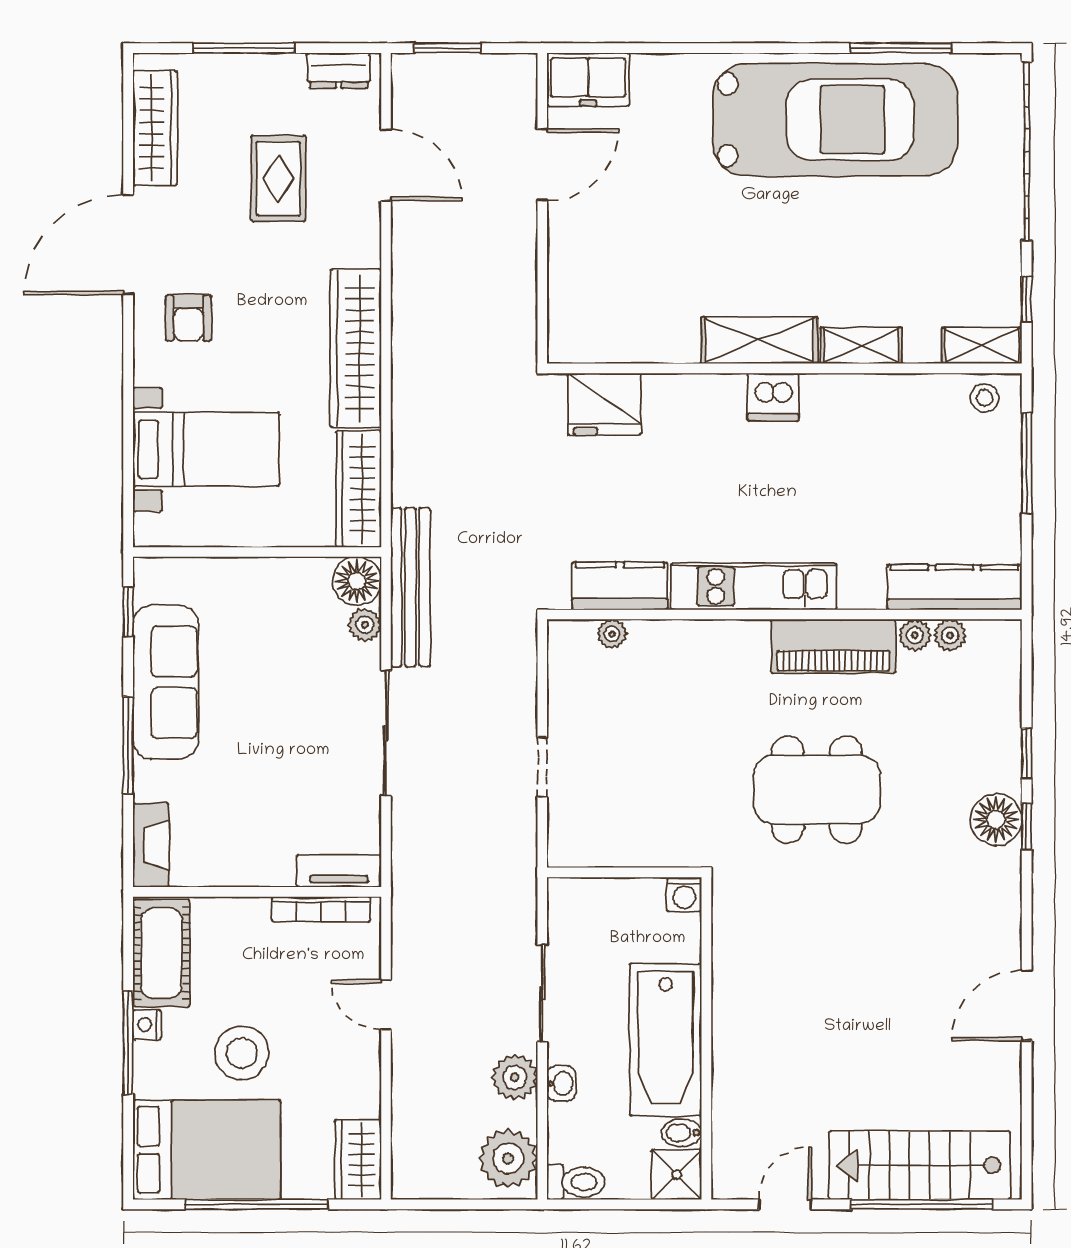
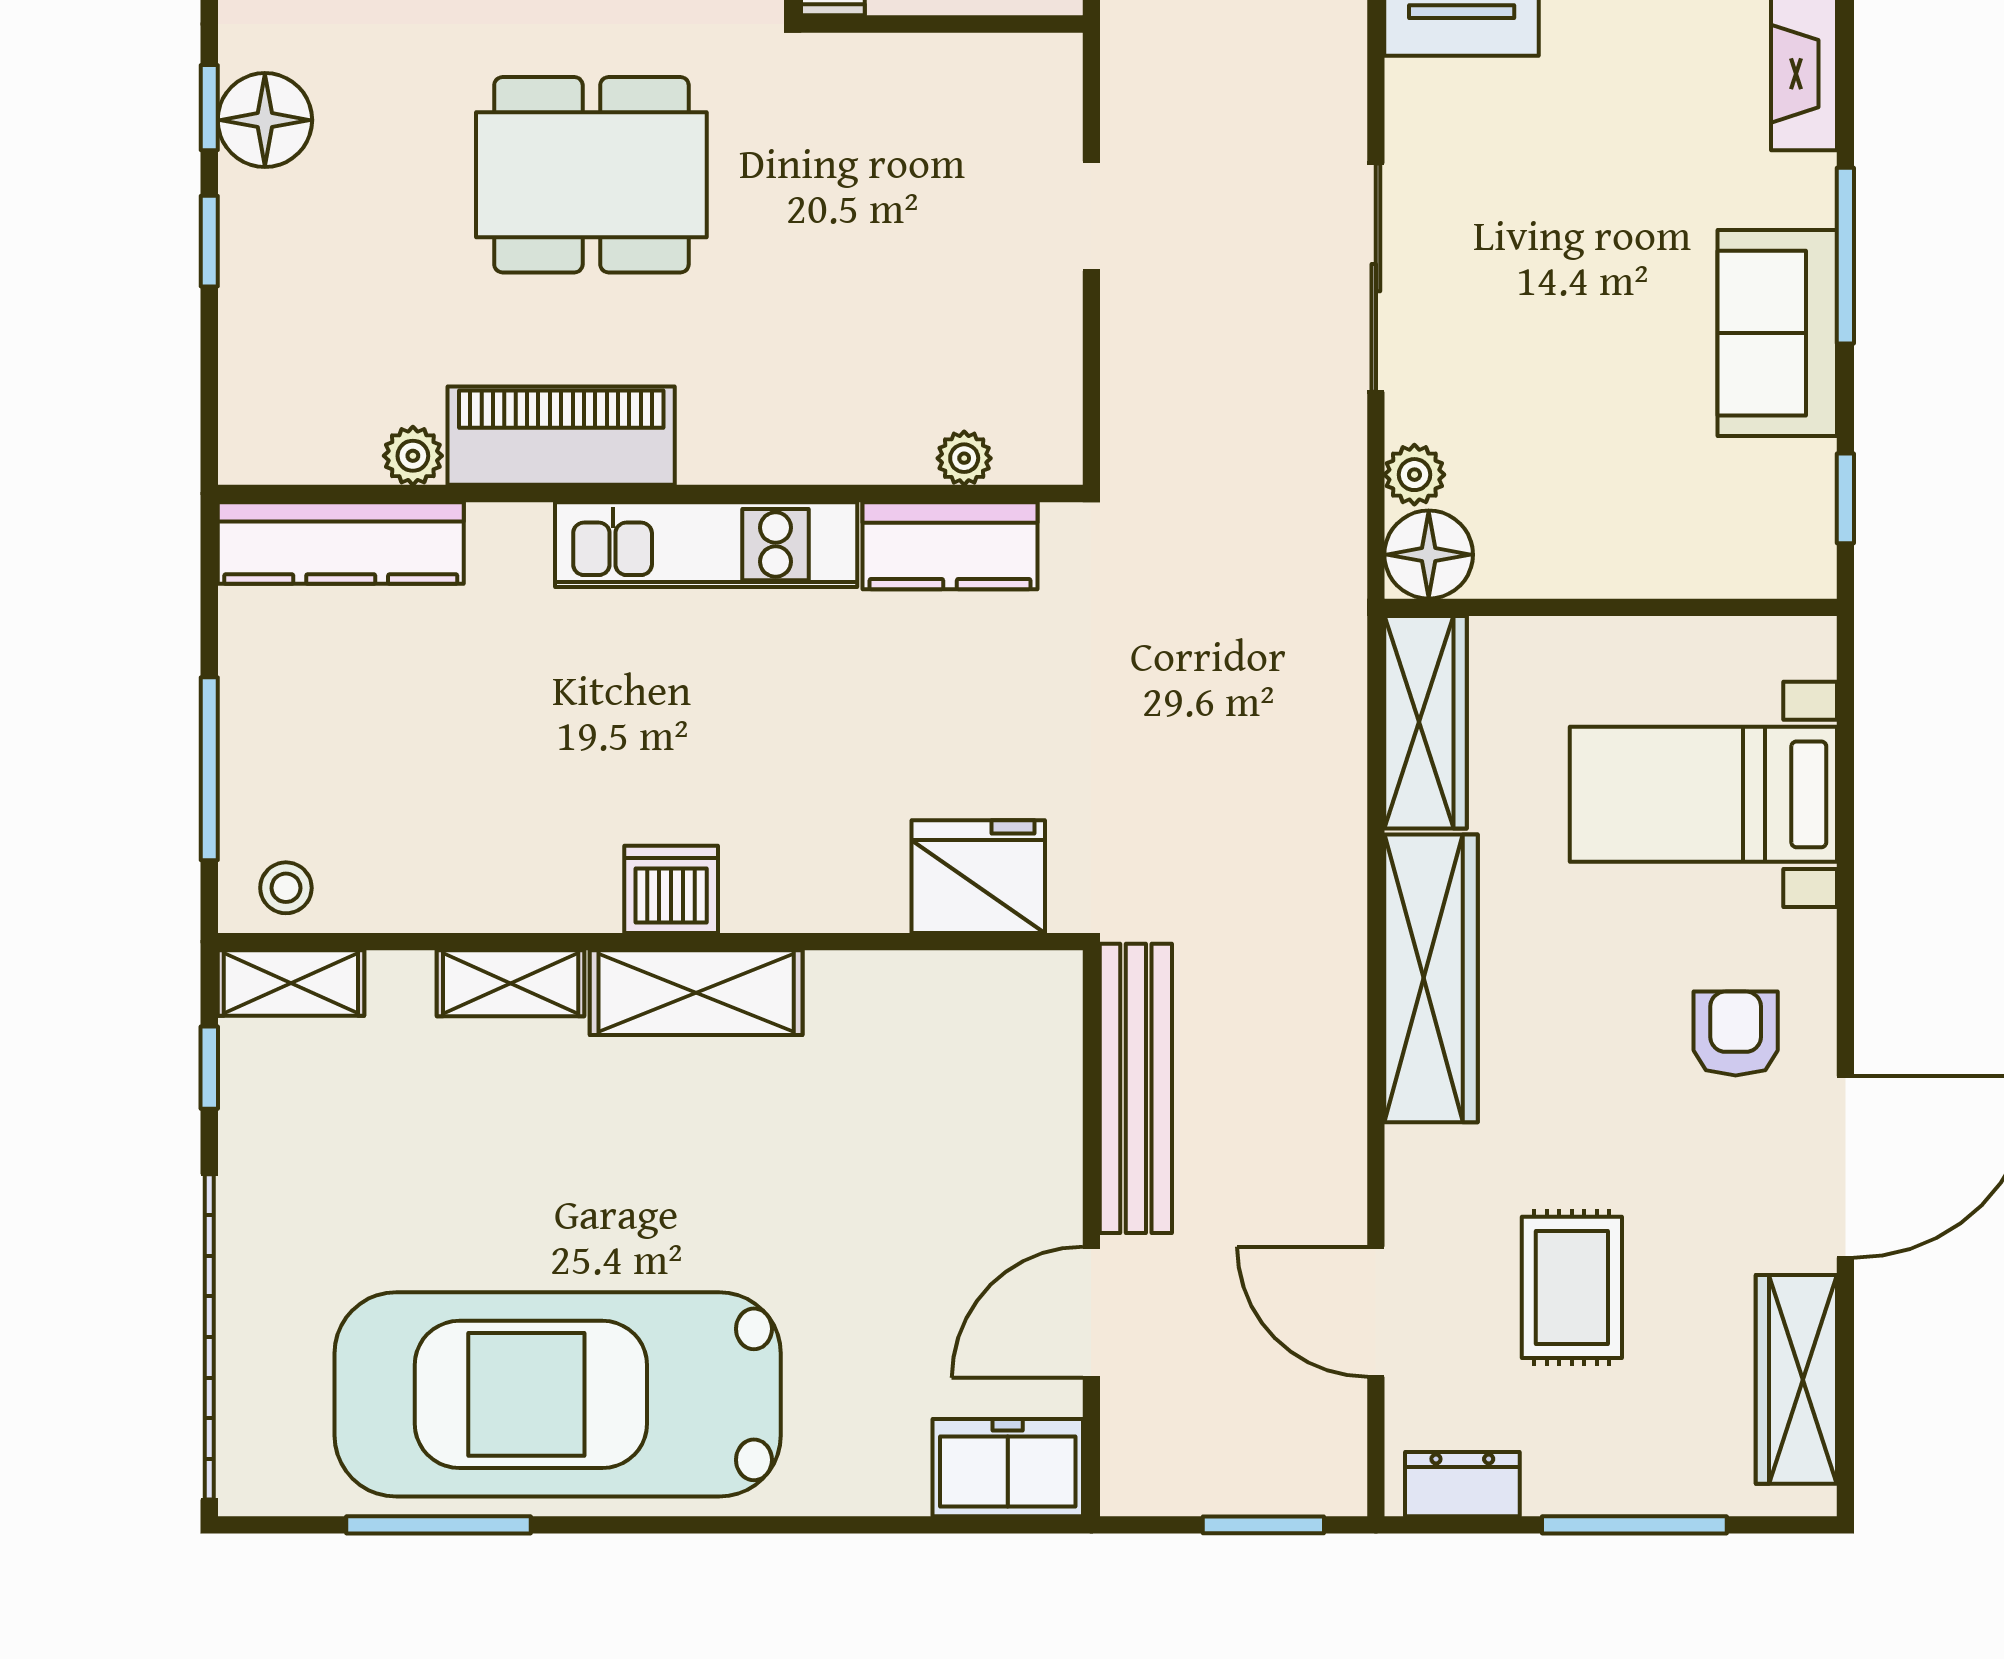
bench: (410, 587) -> (1136, 1088), moved
plant: (950, 635) -> (349, 456), removed
sofa: (166, 682) -> (1777, 333), width x0.73

